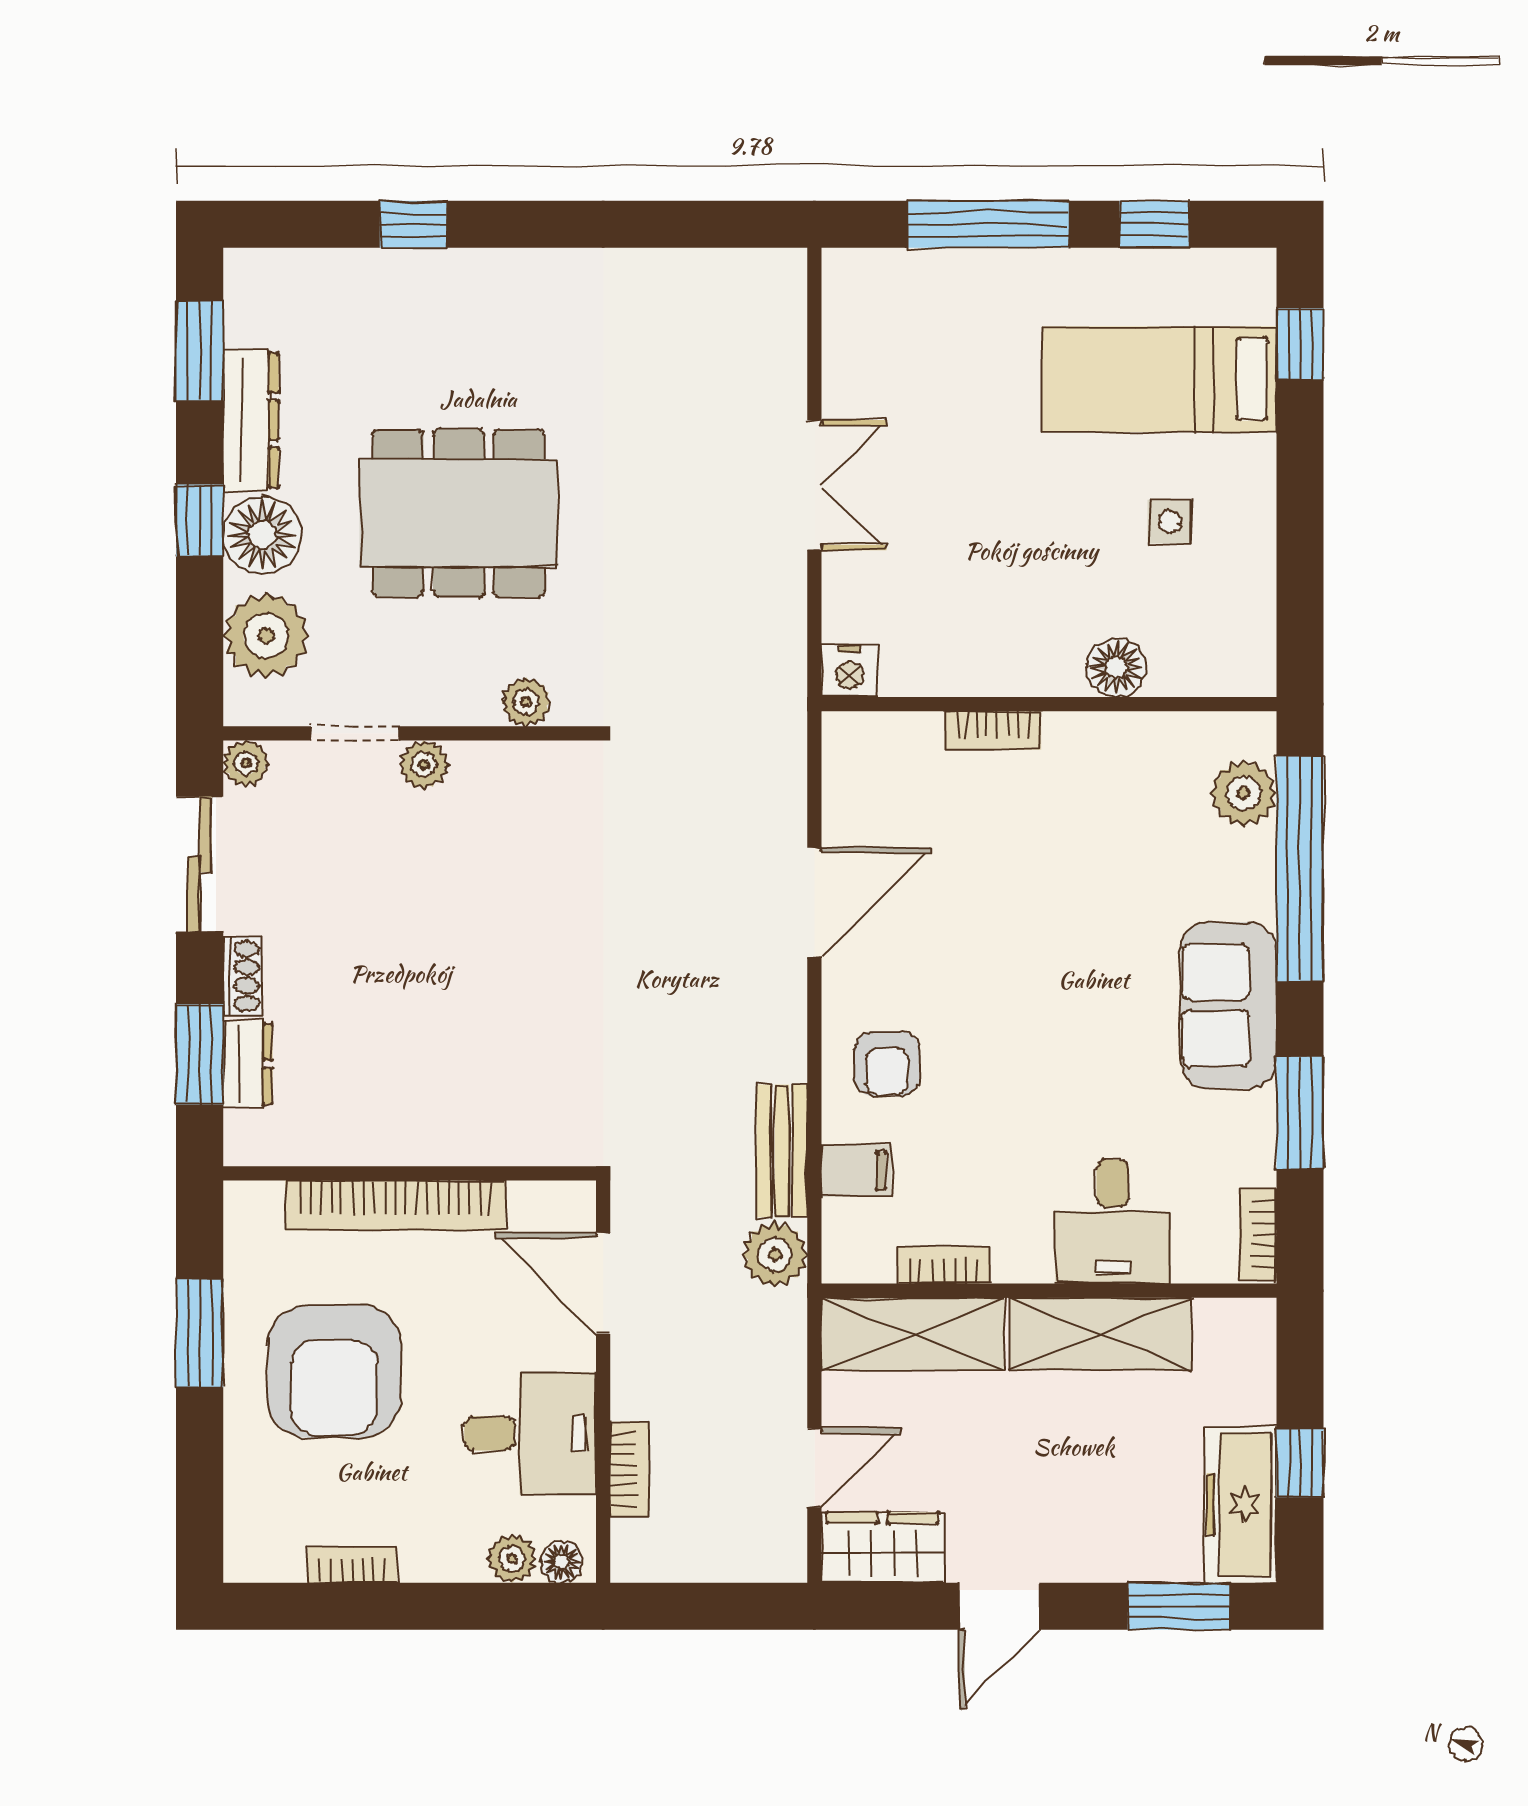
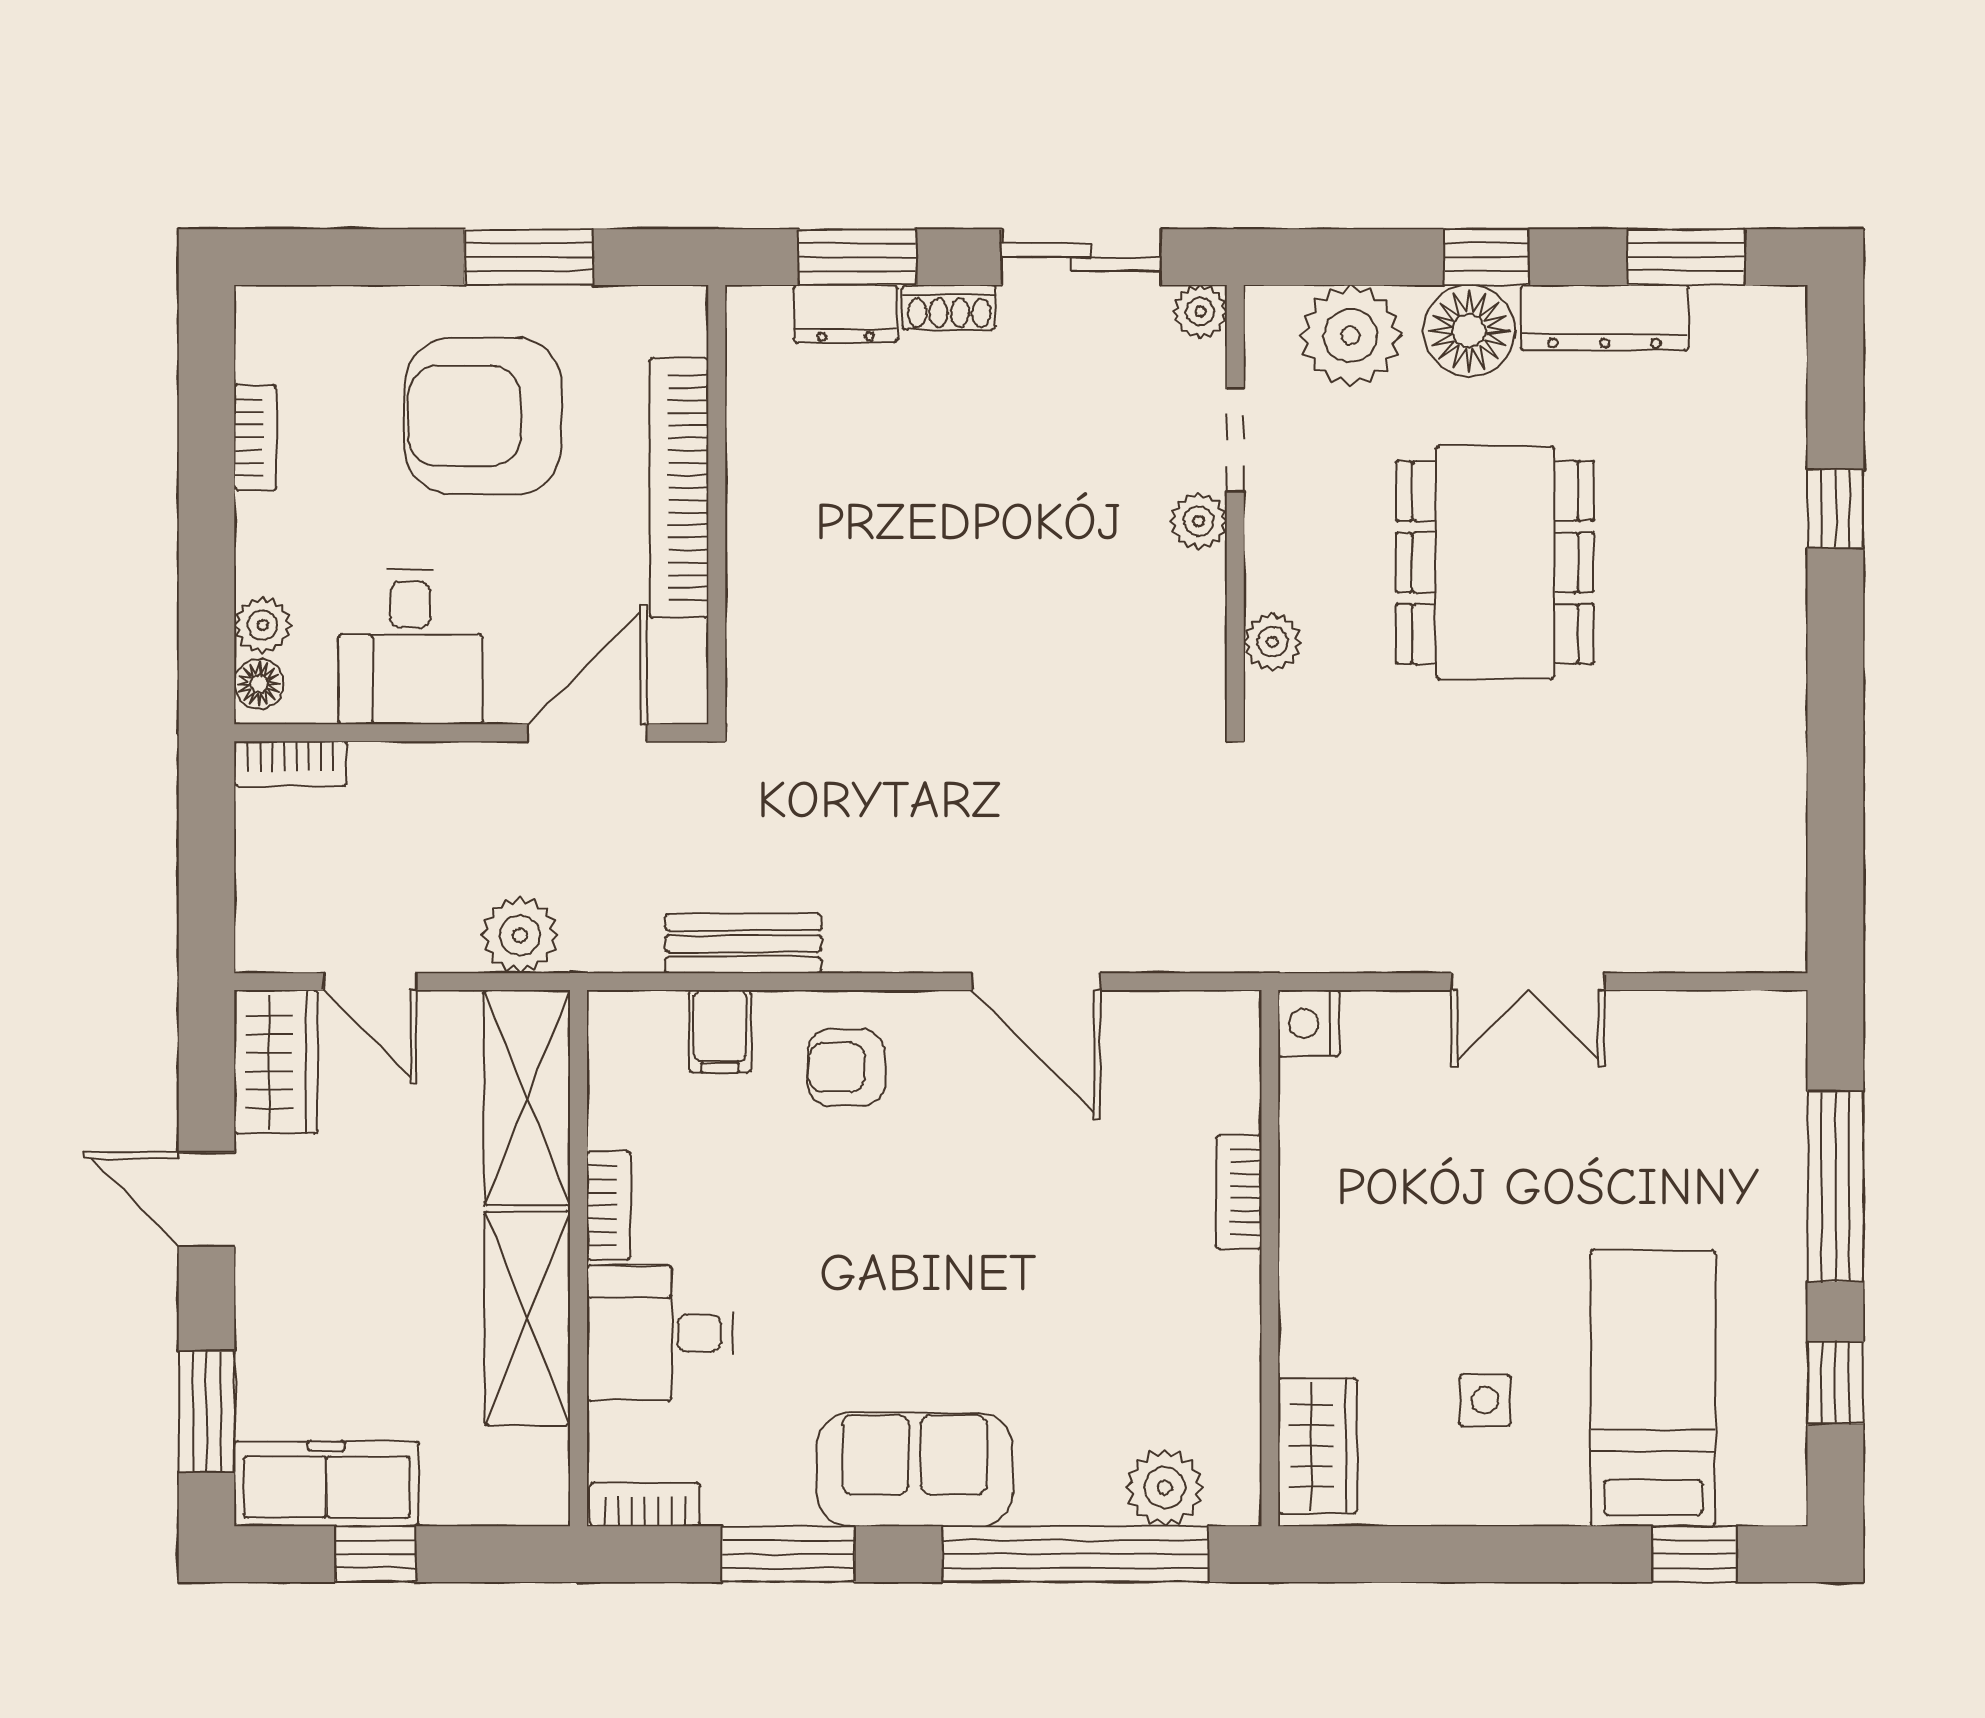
wardrobe: (1208, 664) -> (1318, 1446), added
floor lamp: (1116, 667) -> (1313, 1338), removed
plant: (775, 1254) -> (520, 935), moved
bookcase: (943, 1265) -> (609, 1205), moved
bookcase: (629, 1469) -> (290, 764), moved

